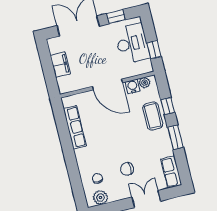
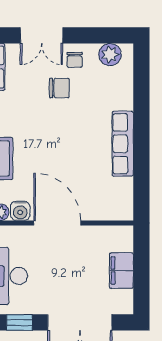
row of seats: (75, 127) -> (123, 144), moved
chair: (97, 178) -> (75, 60), moved

